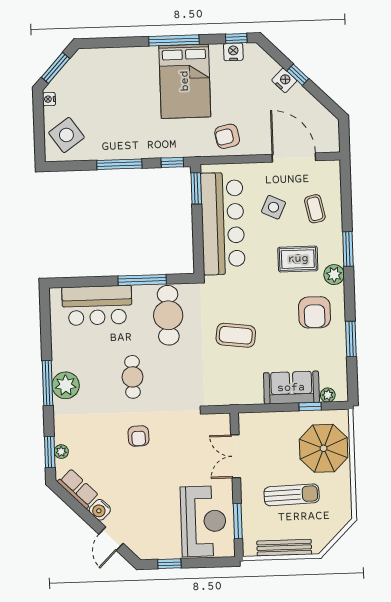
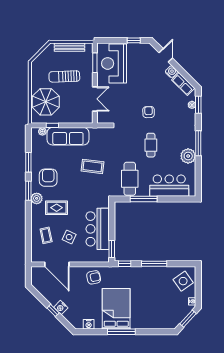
window: (236, 38) -> (87, 332), removed
bar counter: (223, 223) -> (98, 229), width x0.73
window: (348, 249) -> (28, 191), moved
plant: (66, 385) -> (188, 156), moved
sofa: (291, 388) -> (68, 136), width x1.36

